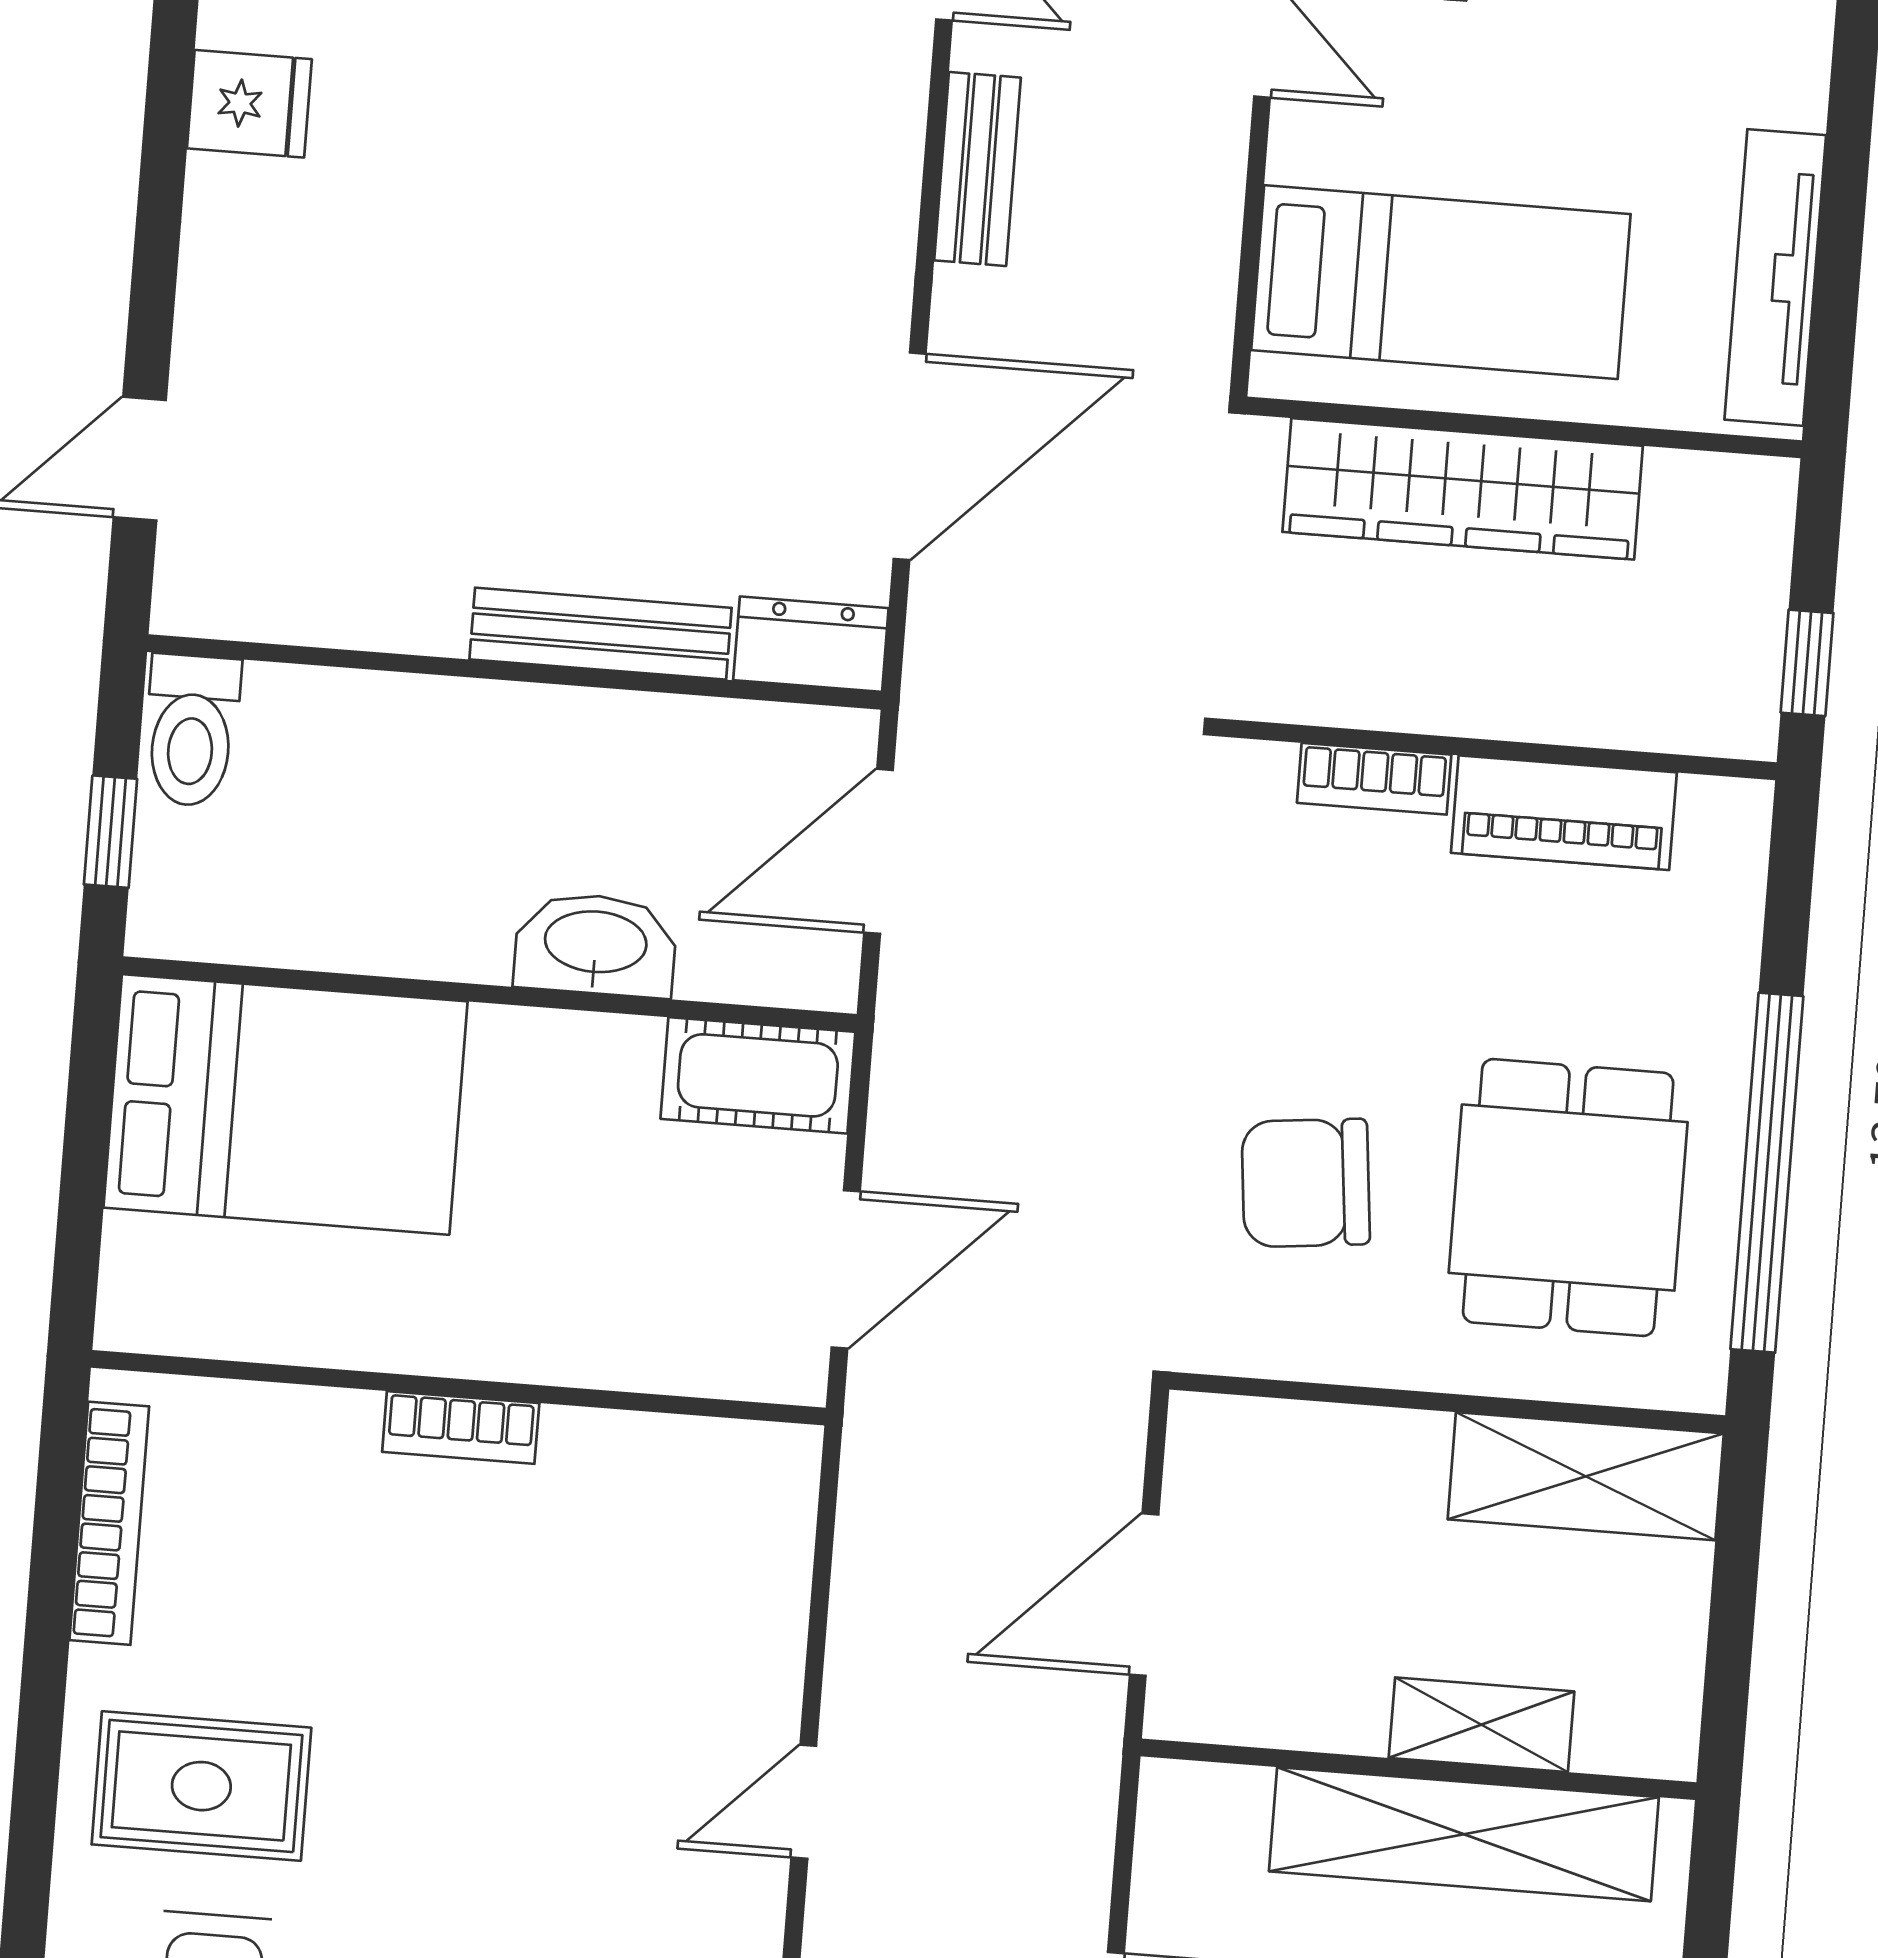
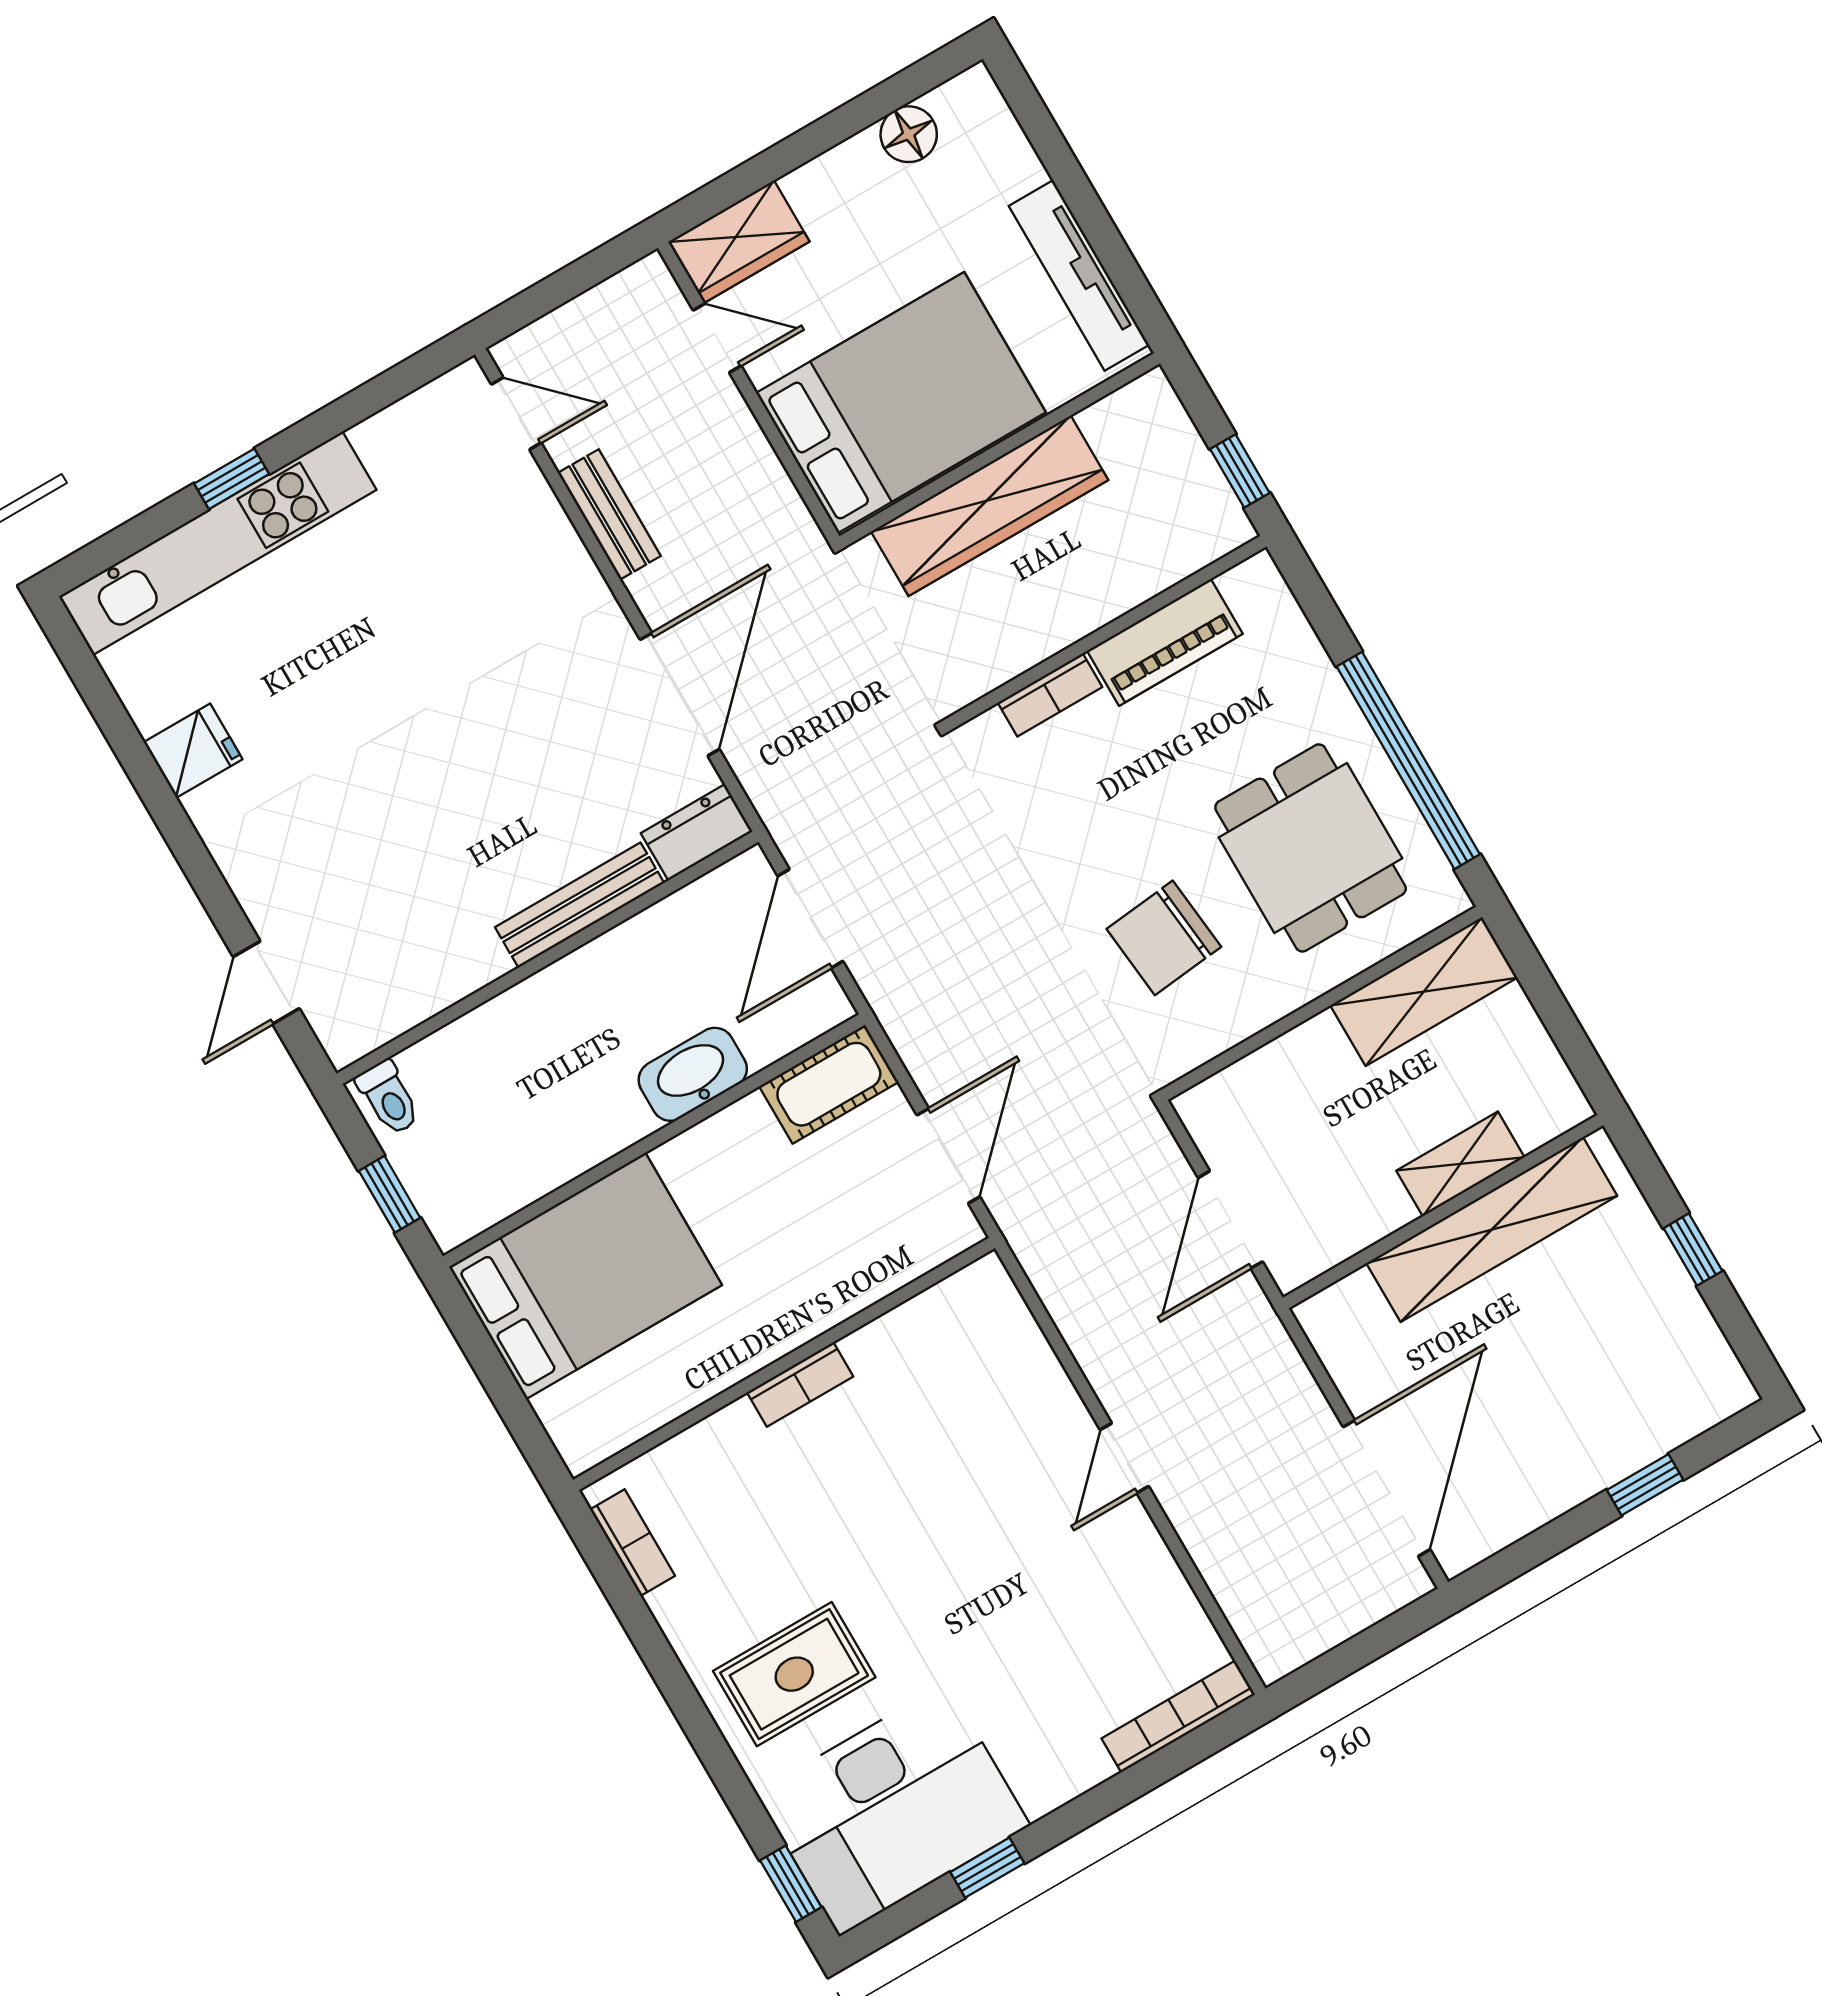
bed: (1441, 282) -> (901, 403), width x1.50
toilet: (192, 730) -> (389, 1098), width x0.73, depth x0.72
bookcase: (109, 1523) -> (632, 1543), width x0.64

